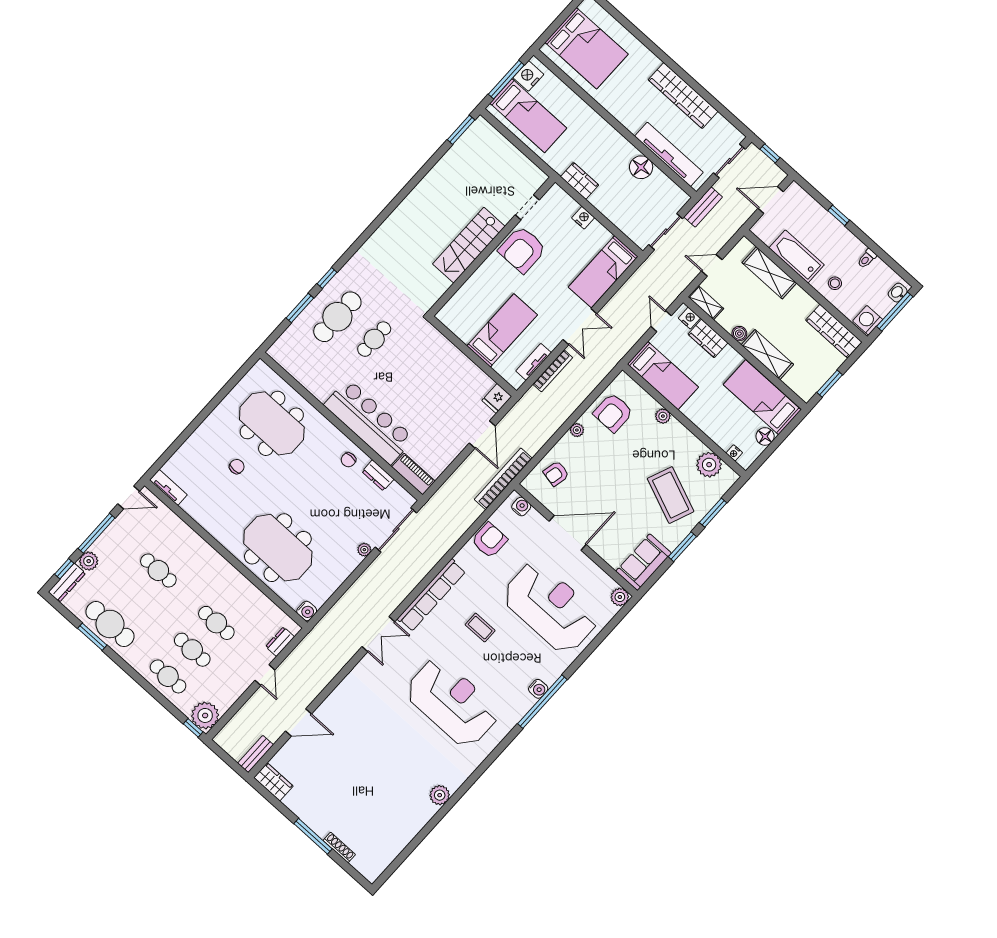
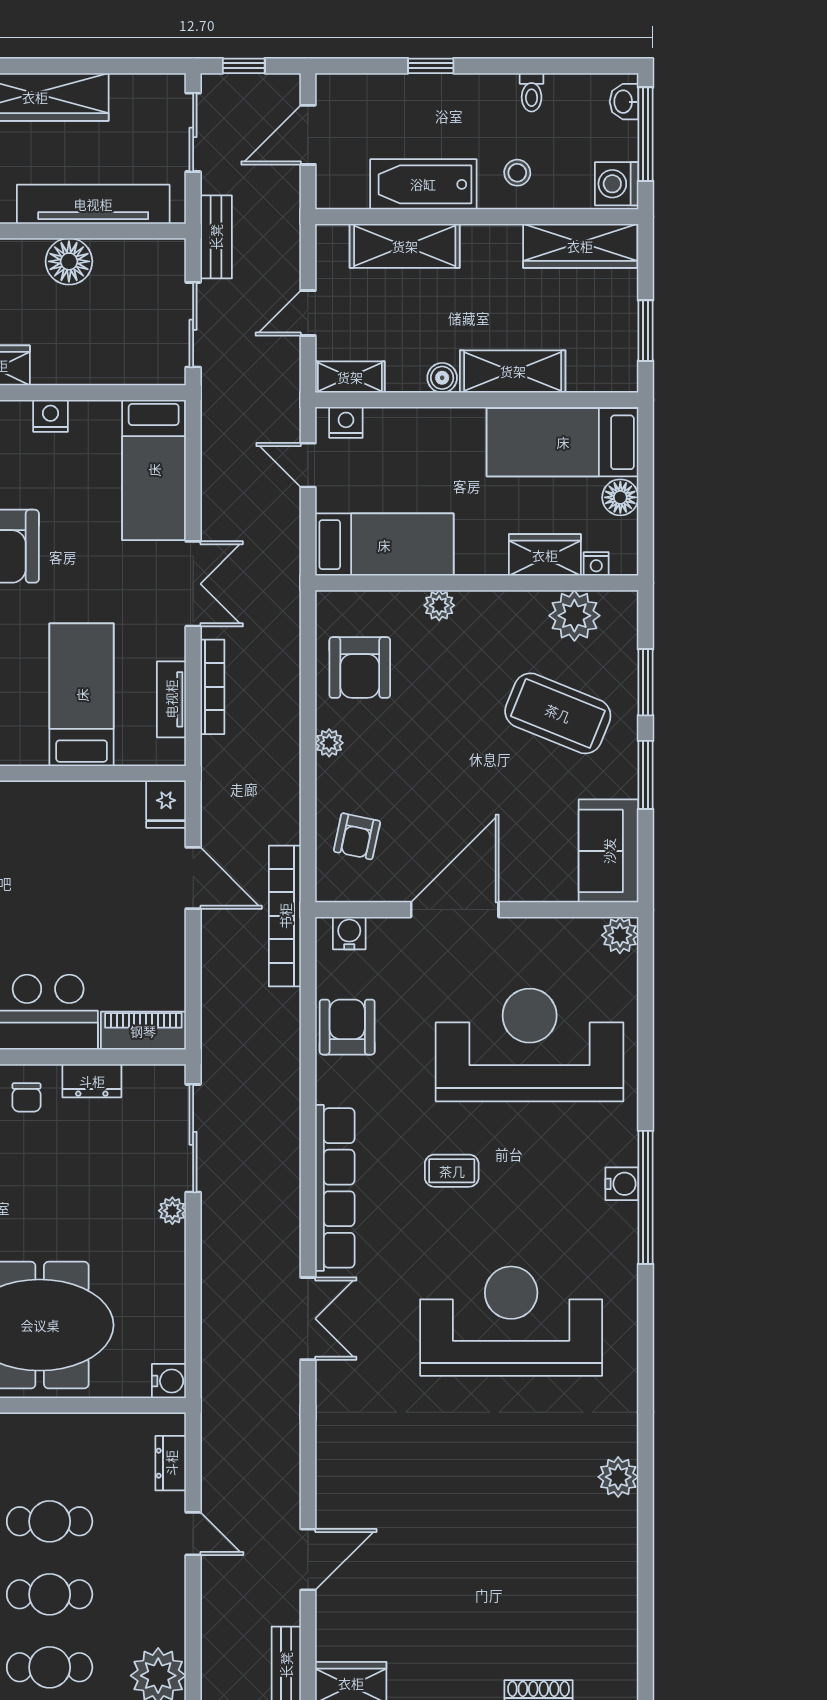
wardrobe: (708, 338) -> (545, 555), moved, turned 180

